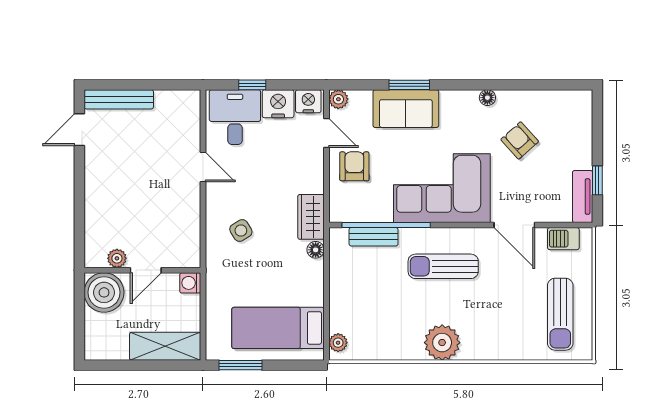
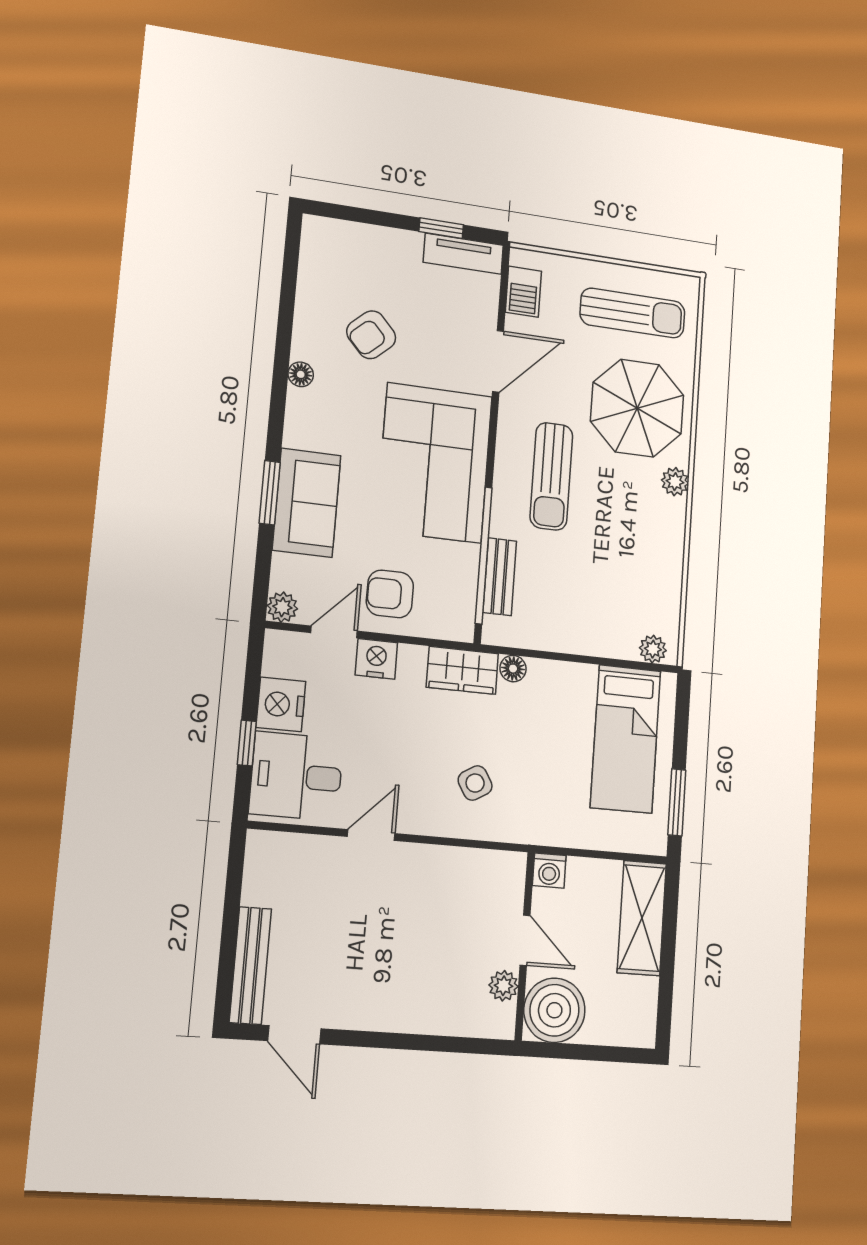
nightstand: (308, 101) -> (376, 659), moved, turned 90
parasol: (496, 322) -> (637, 408), added
plant: (442, 343) -> (675, 482), width x0.53, depth x0.53

